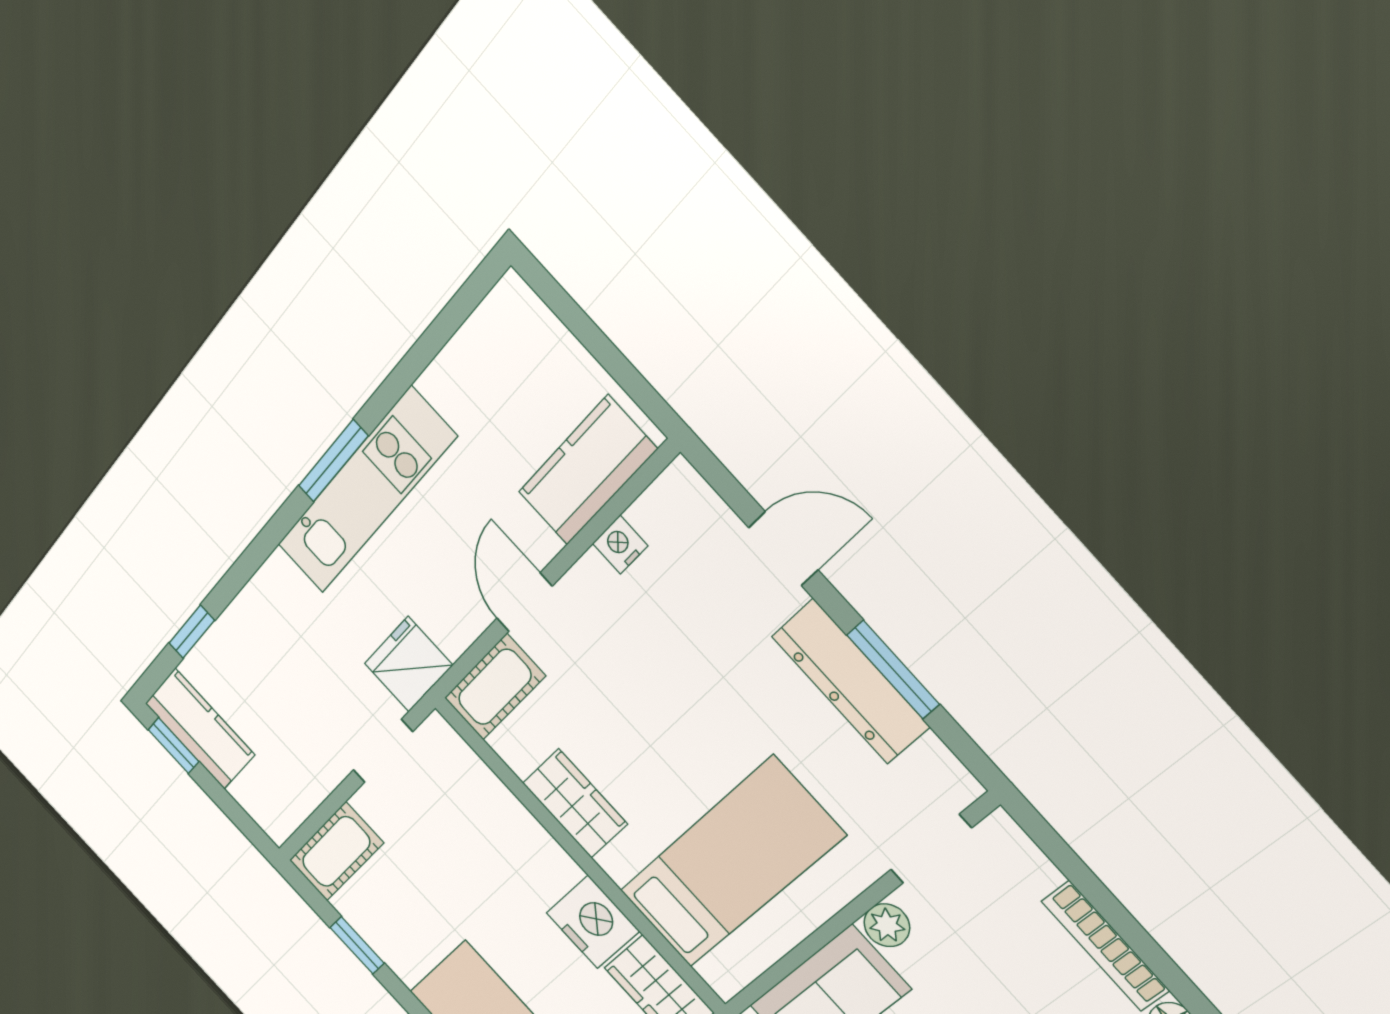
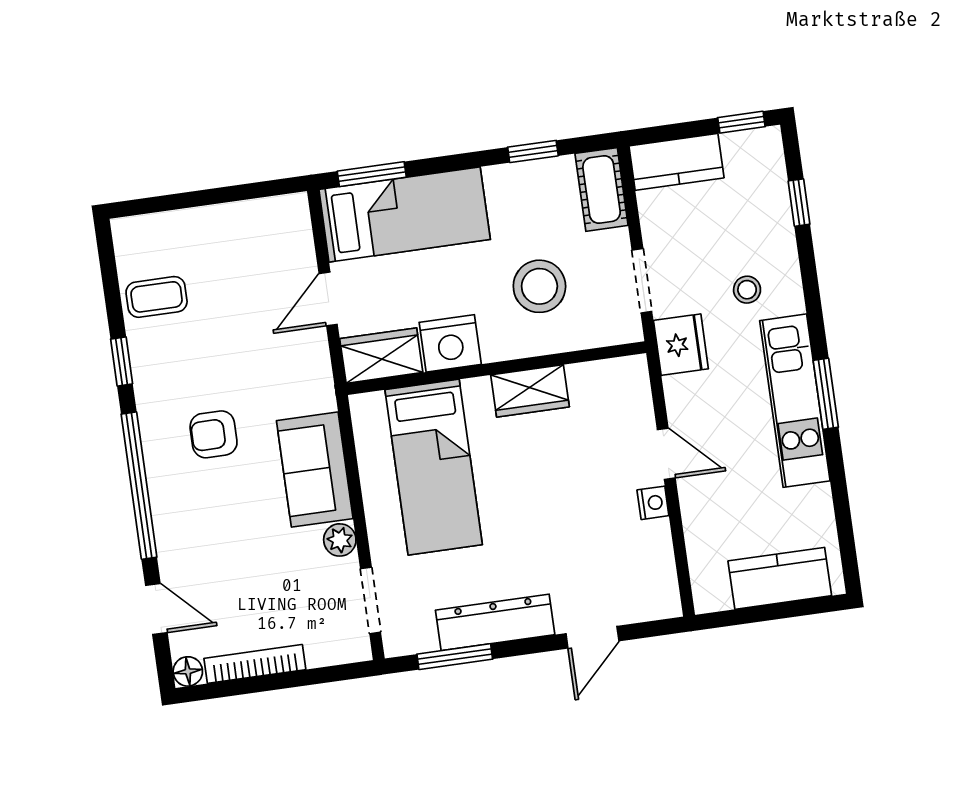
kitchen counter: (587, 471) -> (780, 578), moved, turned -90
nightstand: (620, 545) -> (653, 503), moved
stool: (306, 629) -> (747, 290), added
window: (893, 670) -> (455, 657), moved
cot: (495, 687) -> (631, 393), removed
kitchen counter: (200, 729) -> (677, 162), moved
stool: (469, 859) -> (539, 286), added

